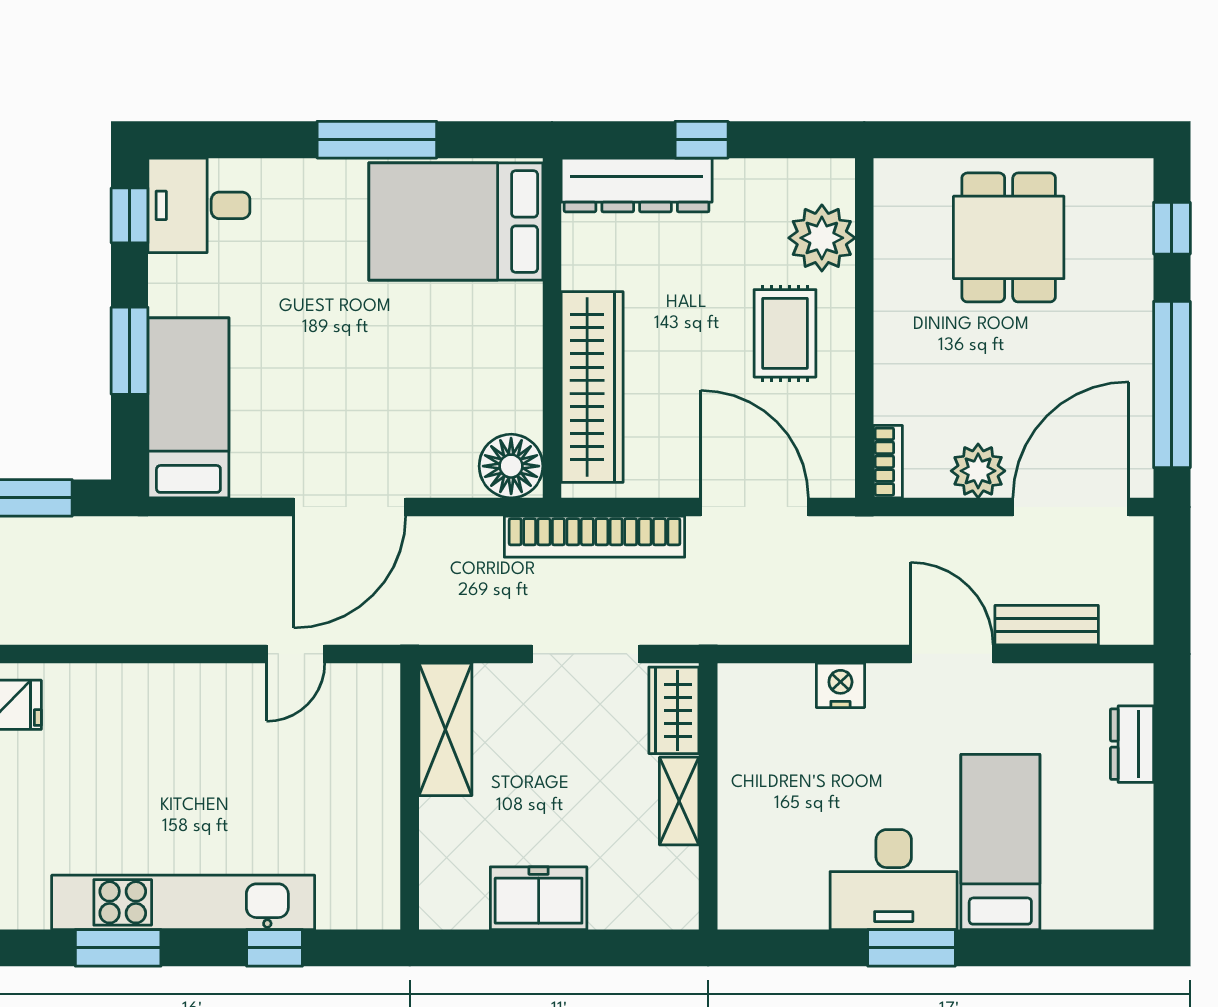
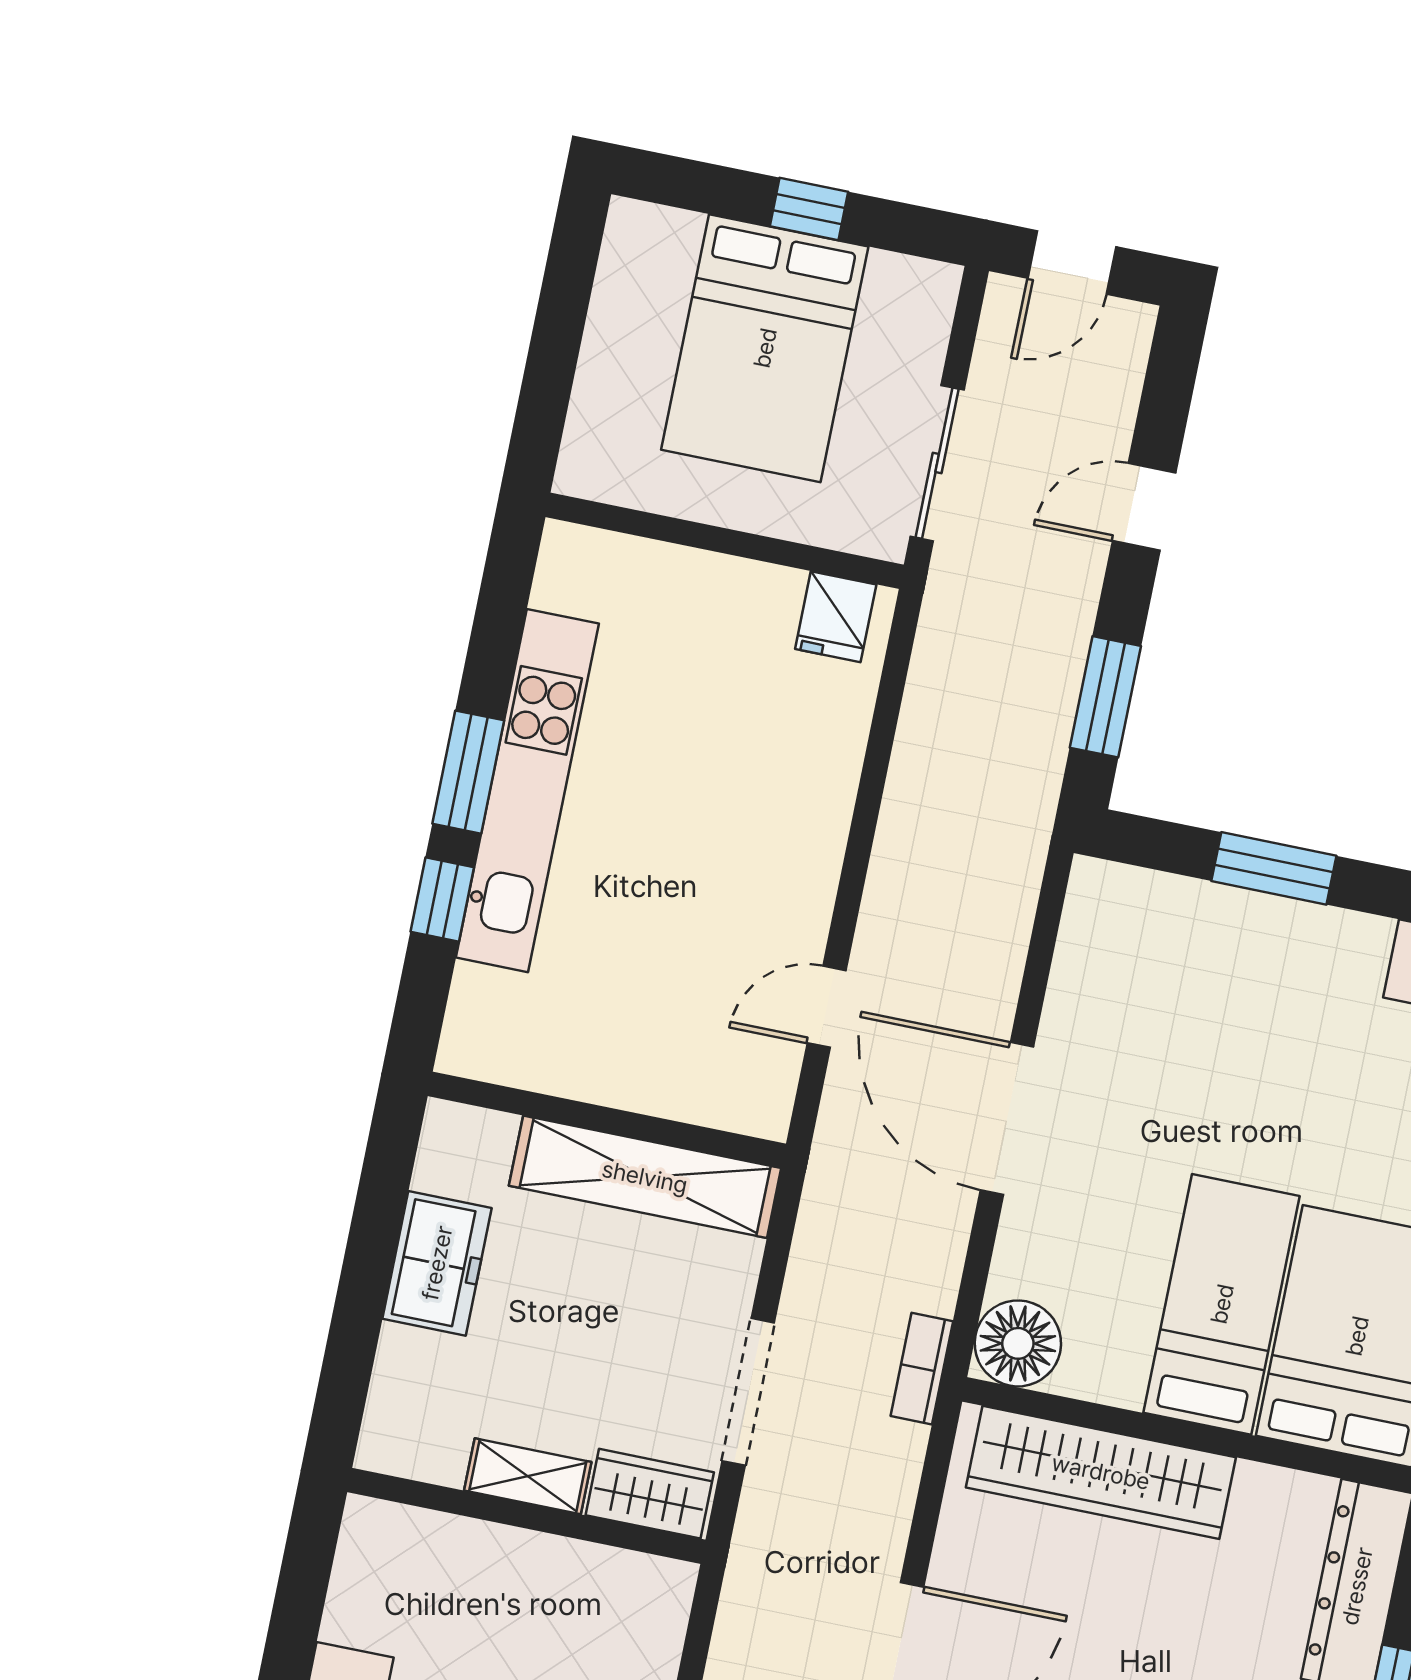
bed: (188, 408) -> (1222, 1304), moved, turned -90
bookcase: (595, 537) -> (922, 1369), width x0.43, depth x0.76
door: (296, 654) -> (827, 1007), hinge flipped
shelving: (445, 729) -> (645, 1177), width x1.47
window: (118, 948) -> (468, 772), moved

